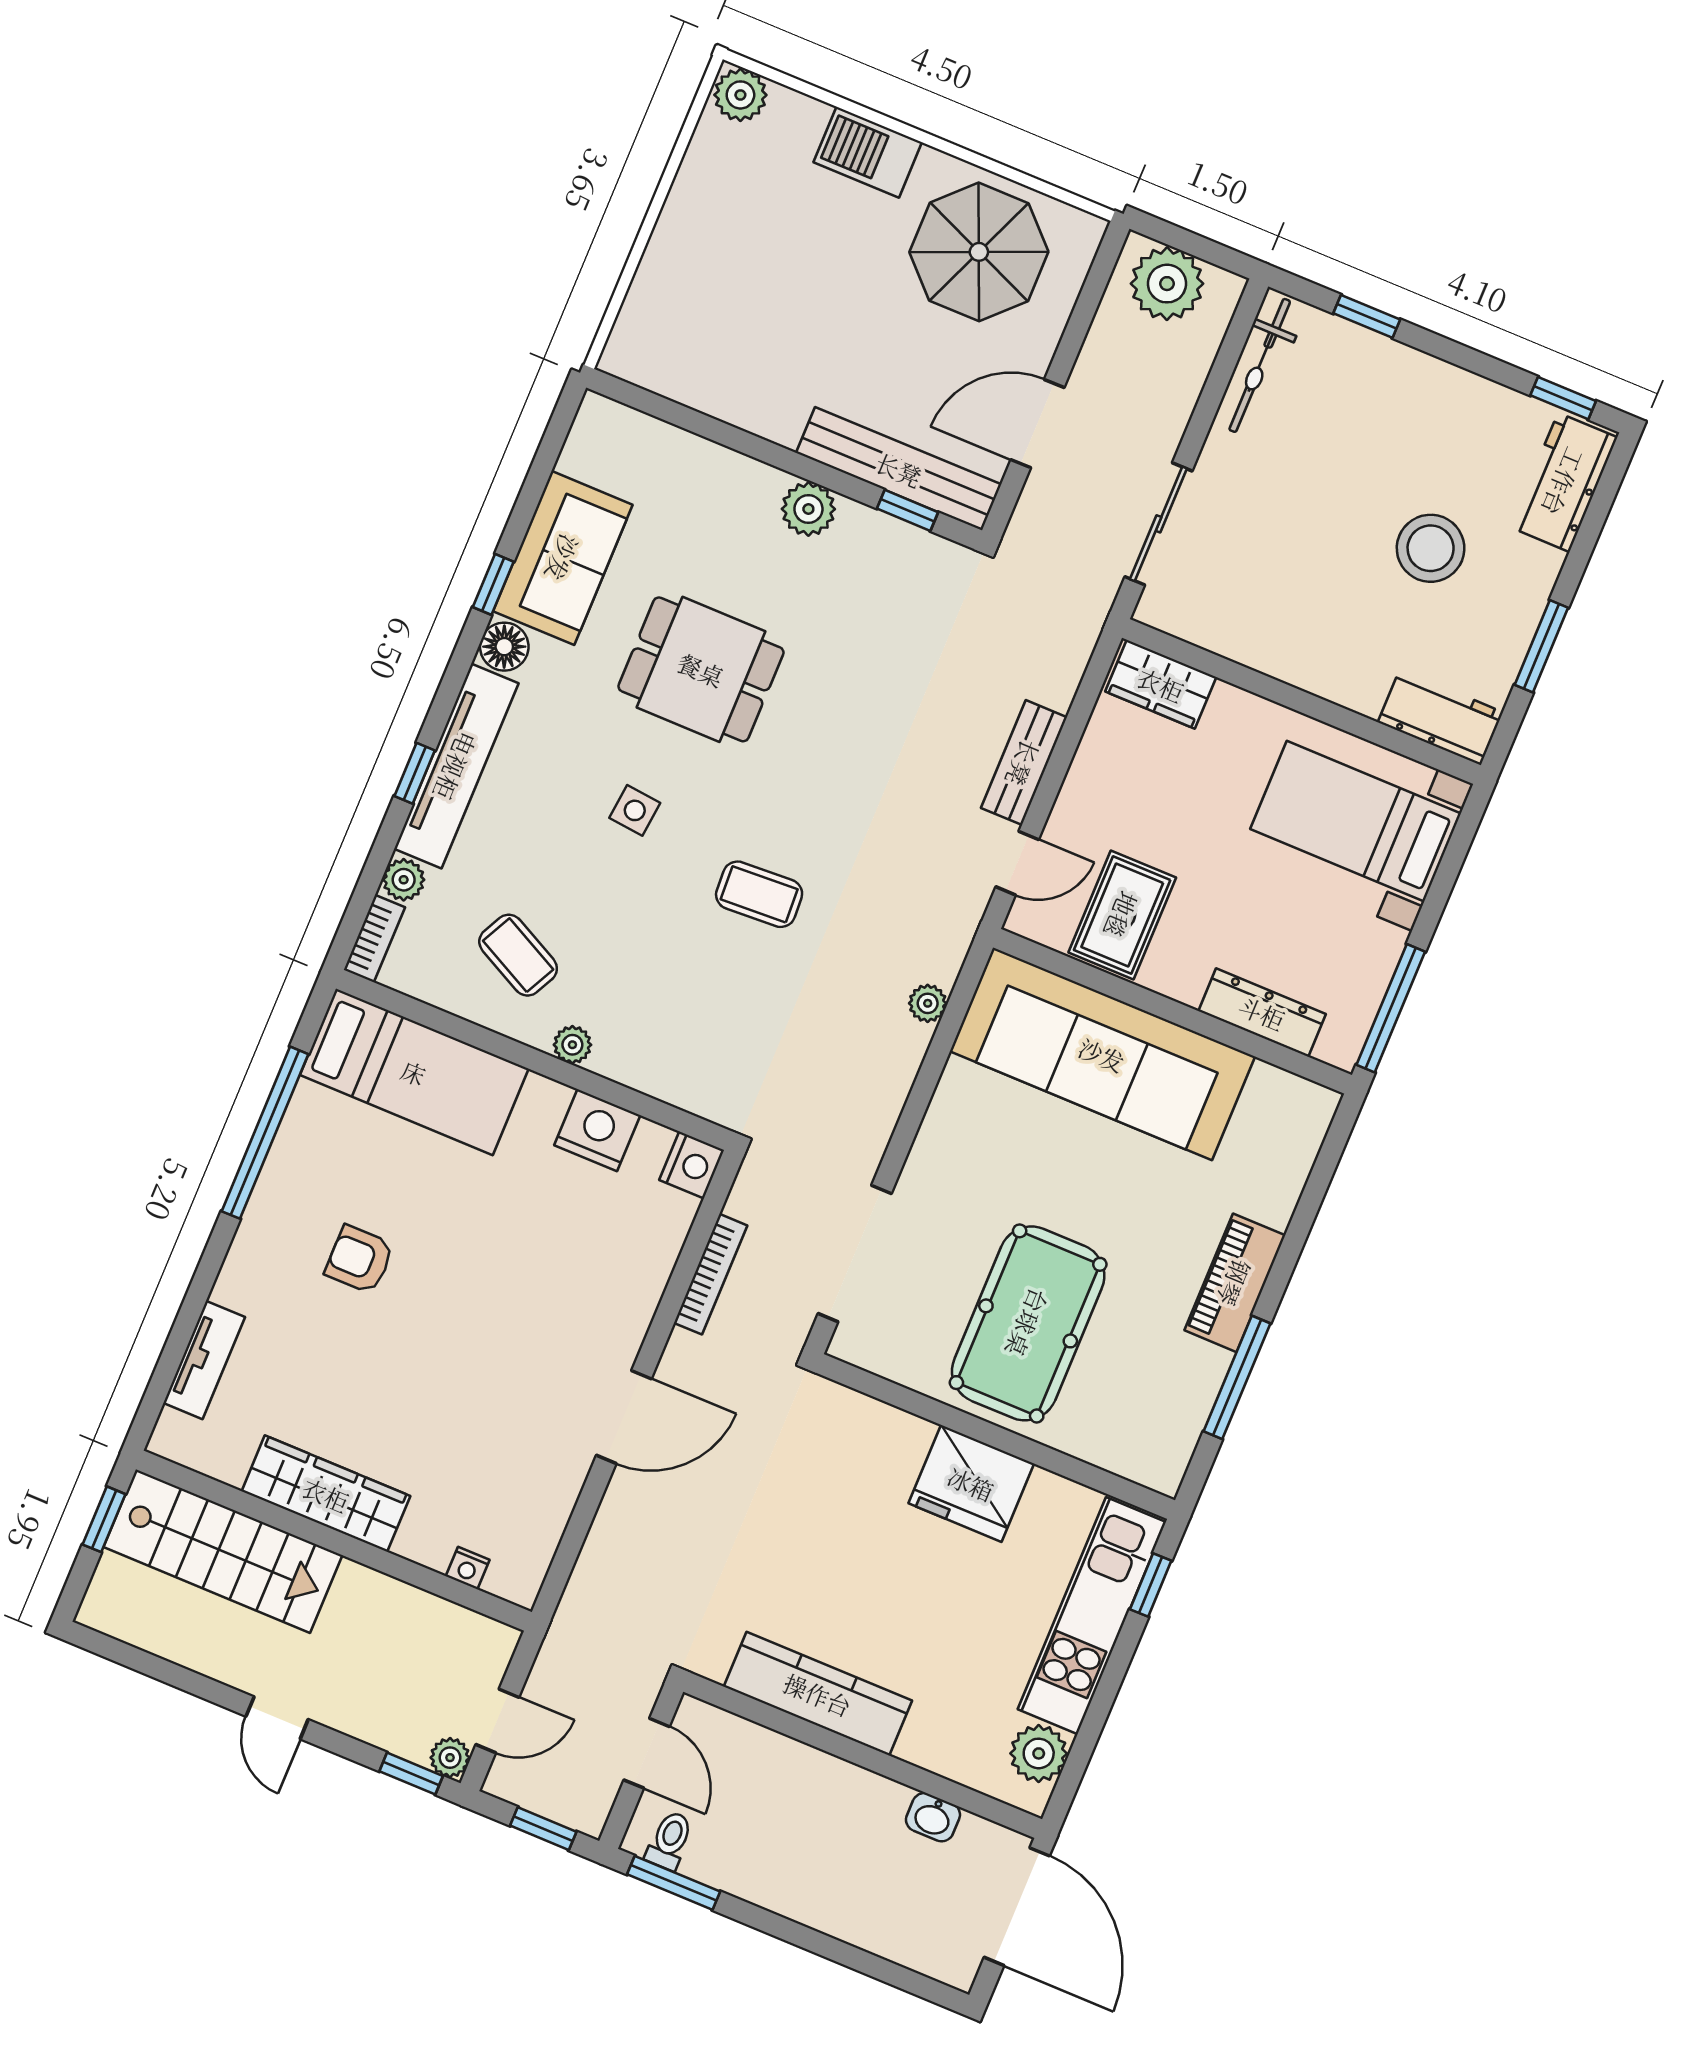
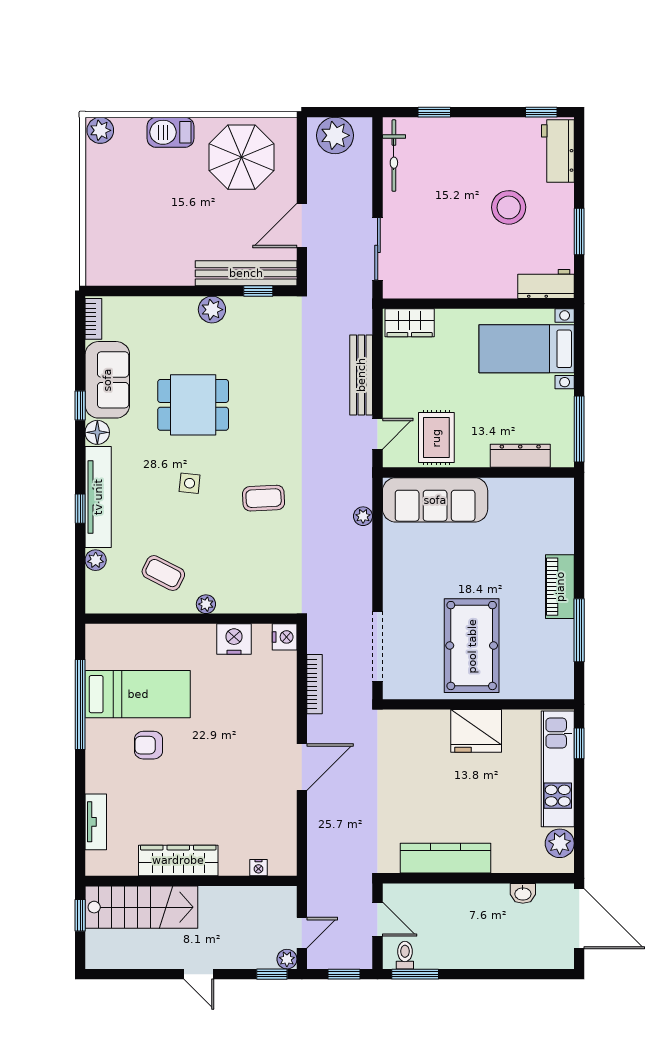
bench: (1024, 763) -> (361, 375), width x1.36
bookcase: (374, 939) -> (93, 319), moved
sofa: (1102, 1054) -> (435, 500), width x0.74, depth x0.79
bed: (414, 1072) -> (138, 694), moved

